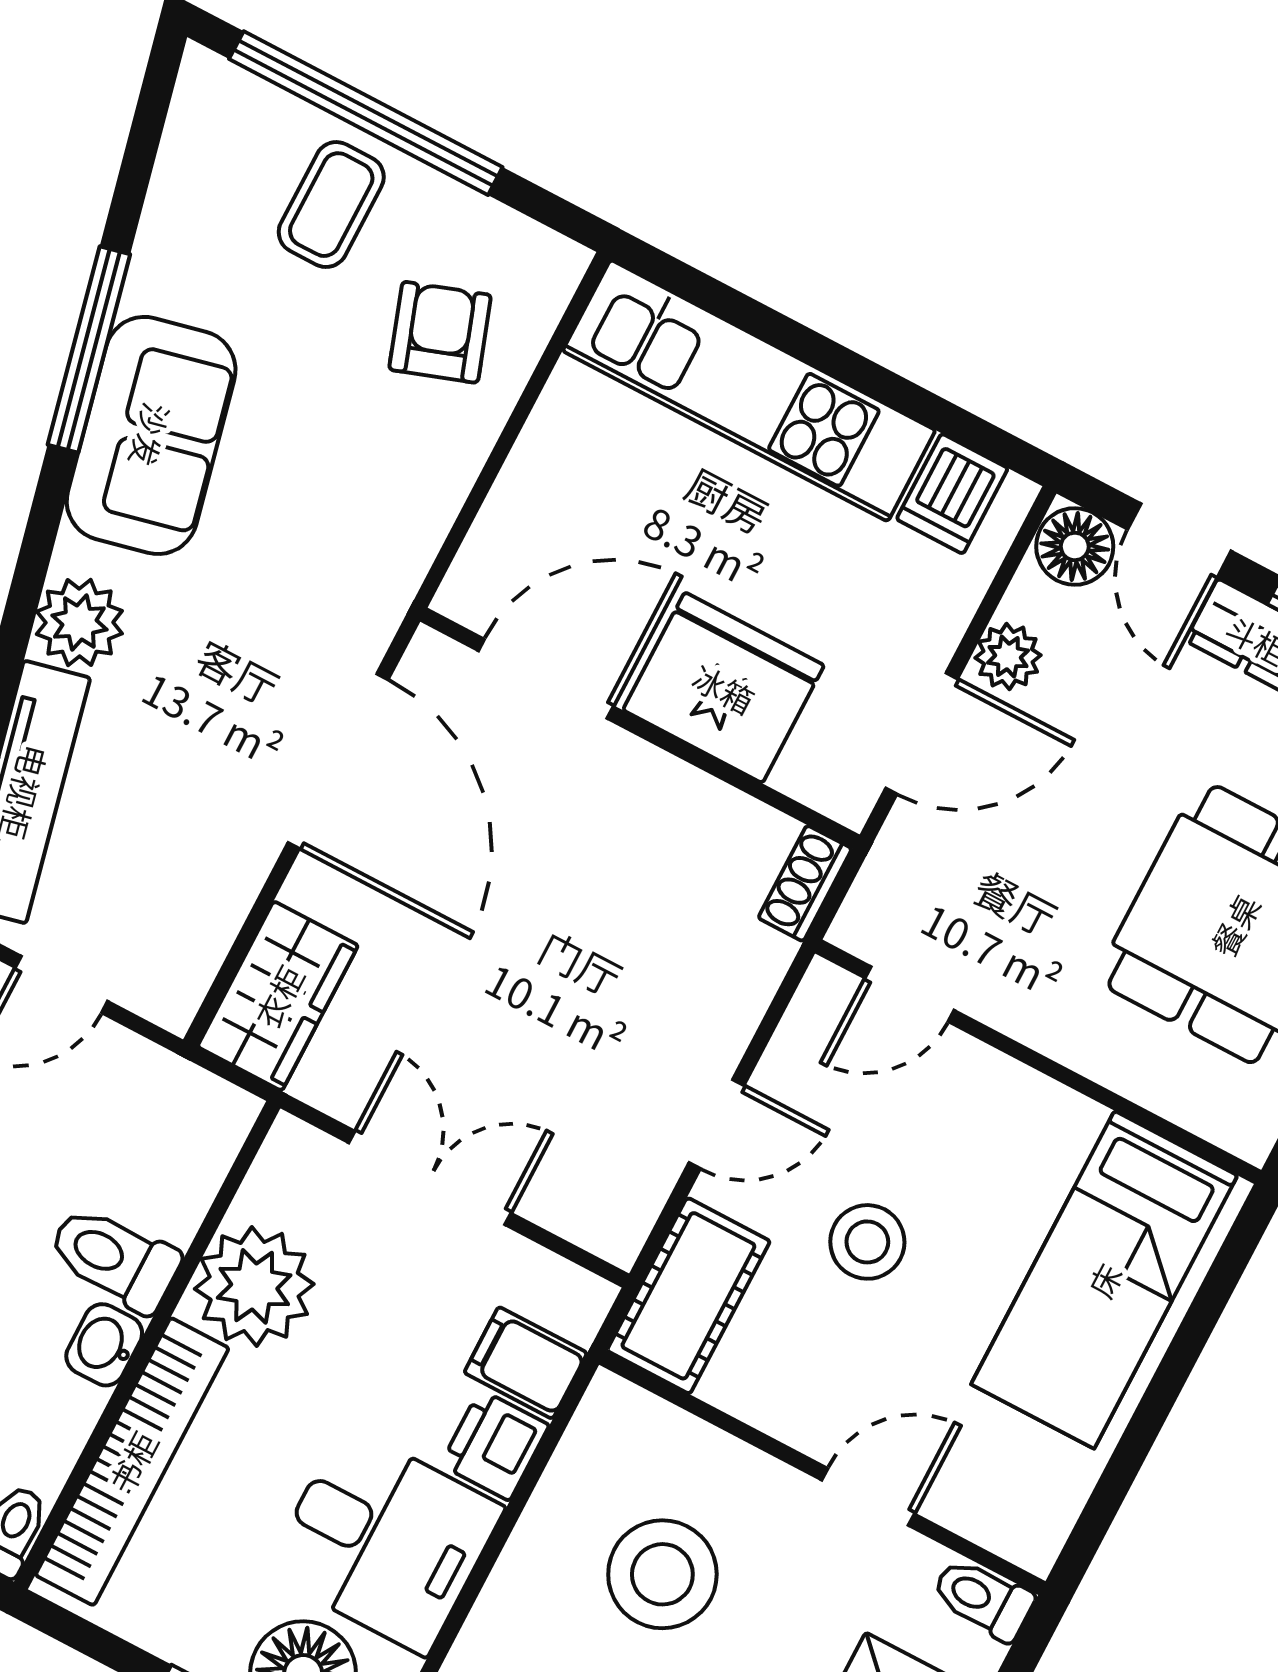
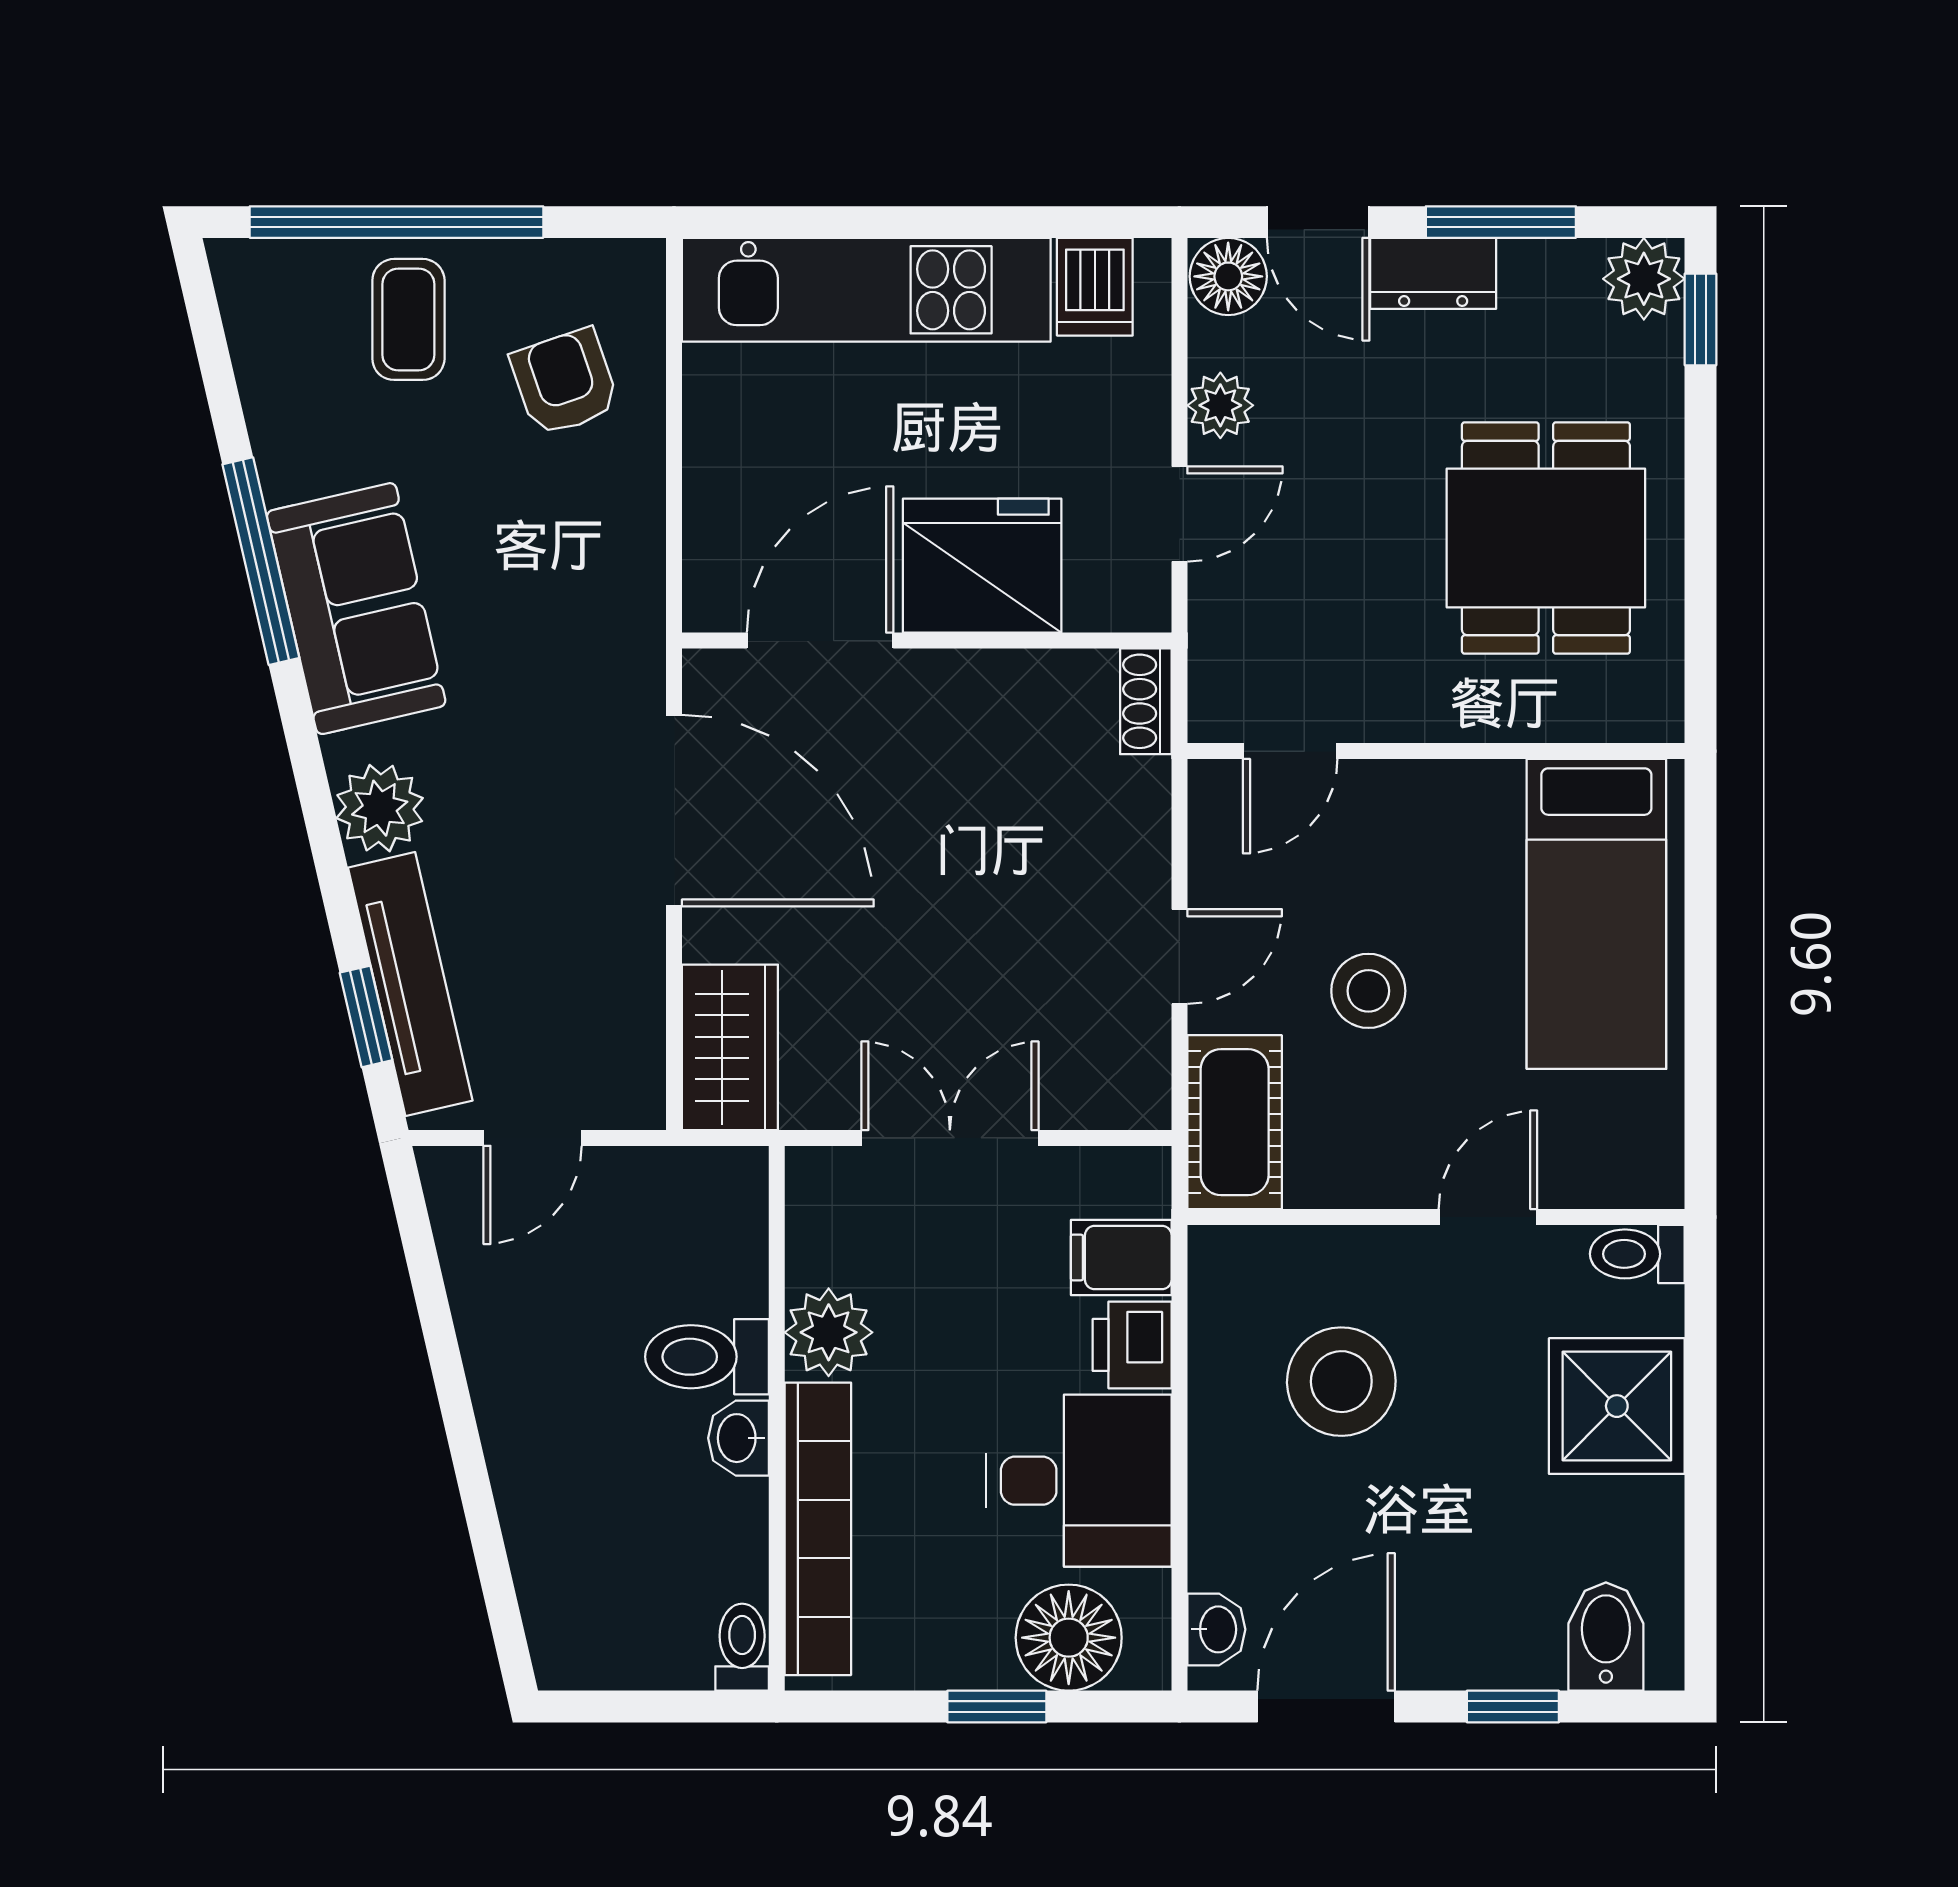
door: (922, 733) -> (1179, 514), width x0.73
plant: (254, 1286) -> (829, 1332), width x0.73, depth x0.73

